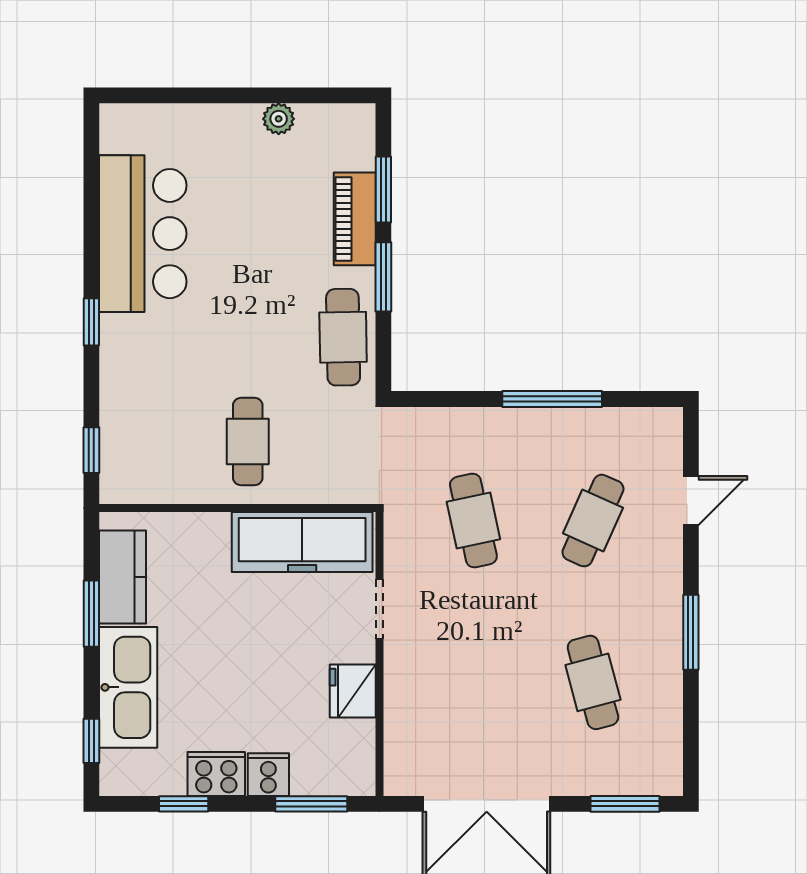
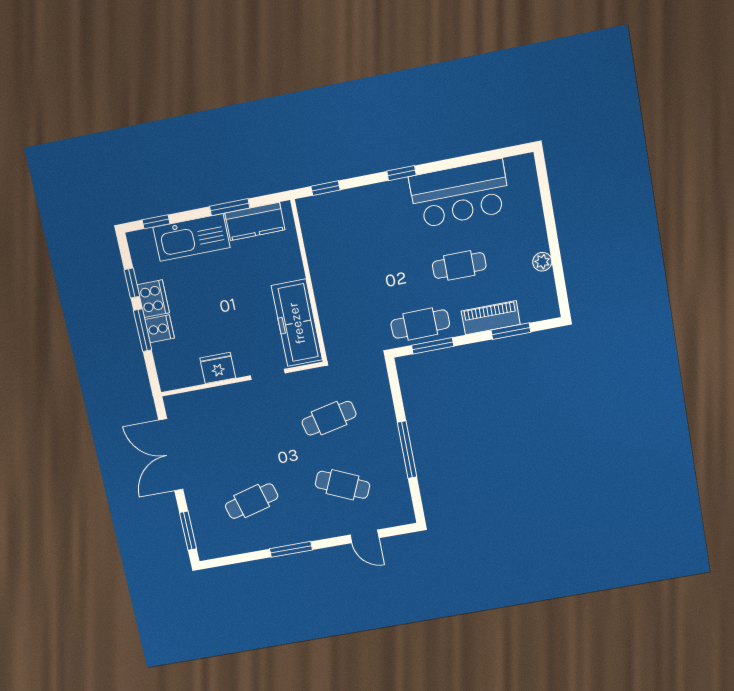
window: (383, 277) -> (433, 346), moved
cafe table: (248, 441) -> (459, 266), moved
window: (311, 804) -> (143, 330), moved

